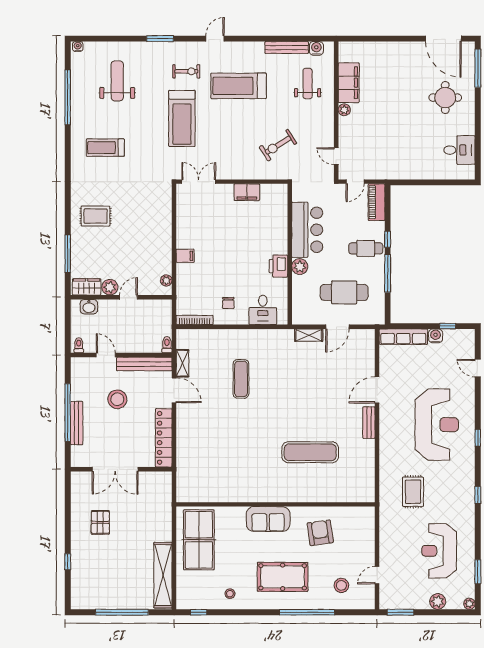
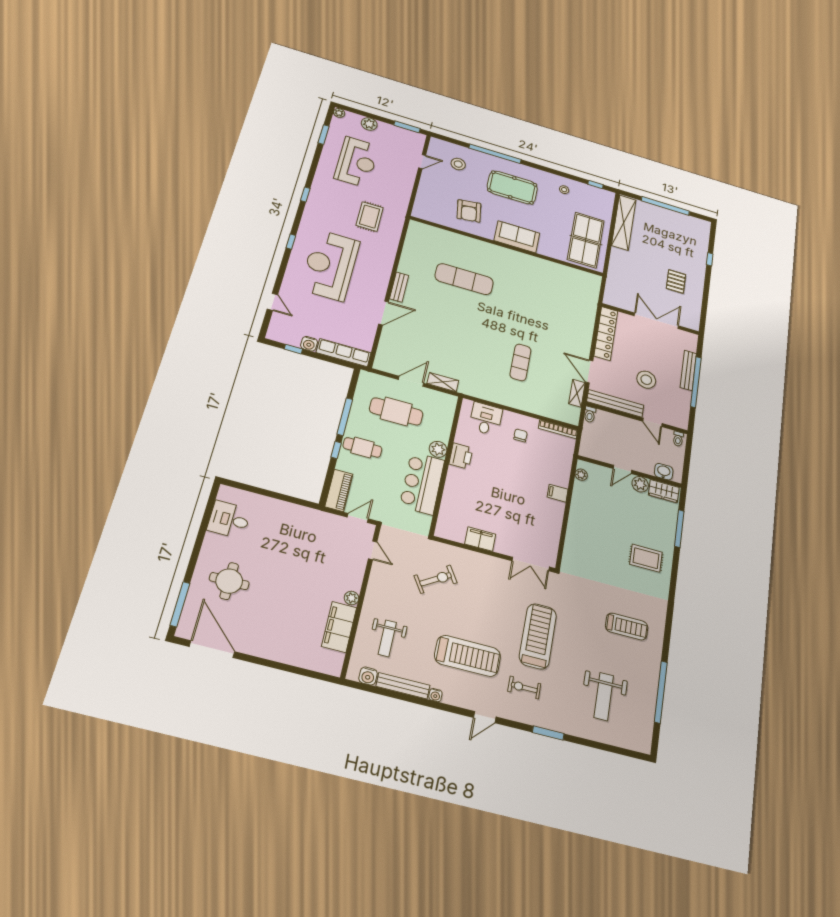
water cooler: (78, 47) -> (435, 695), moved

